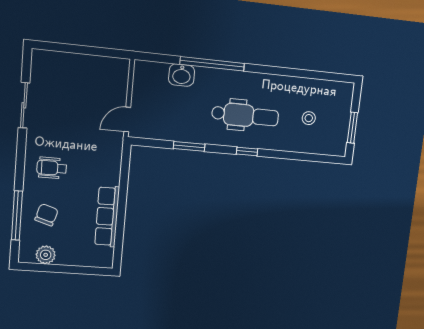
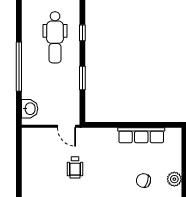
washbasin: (182, 75) -> (30, 109), moved
dental chair: (245, 115) -> (55, 37), turned 180
wheelchair: (52, 168) -> (75, 167), moved

